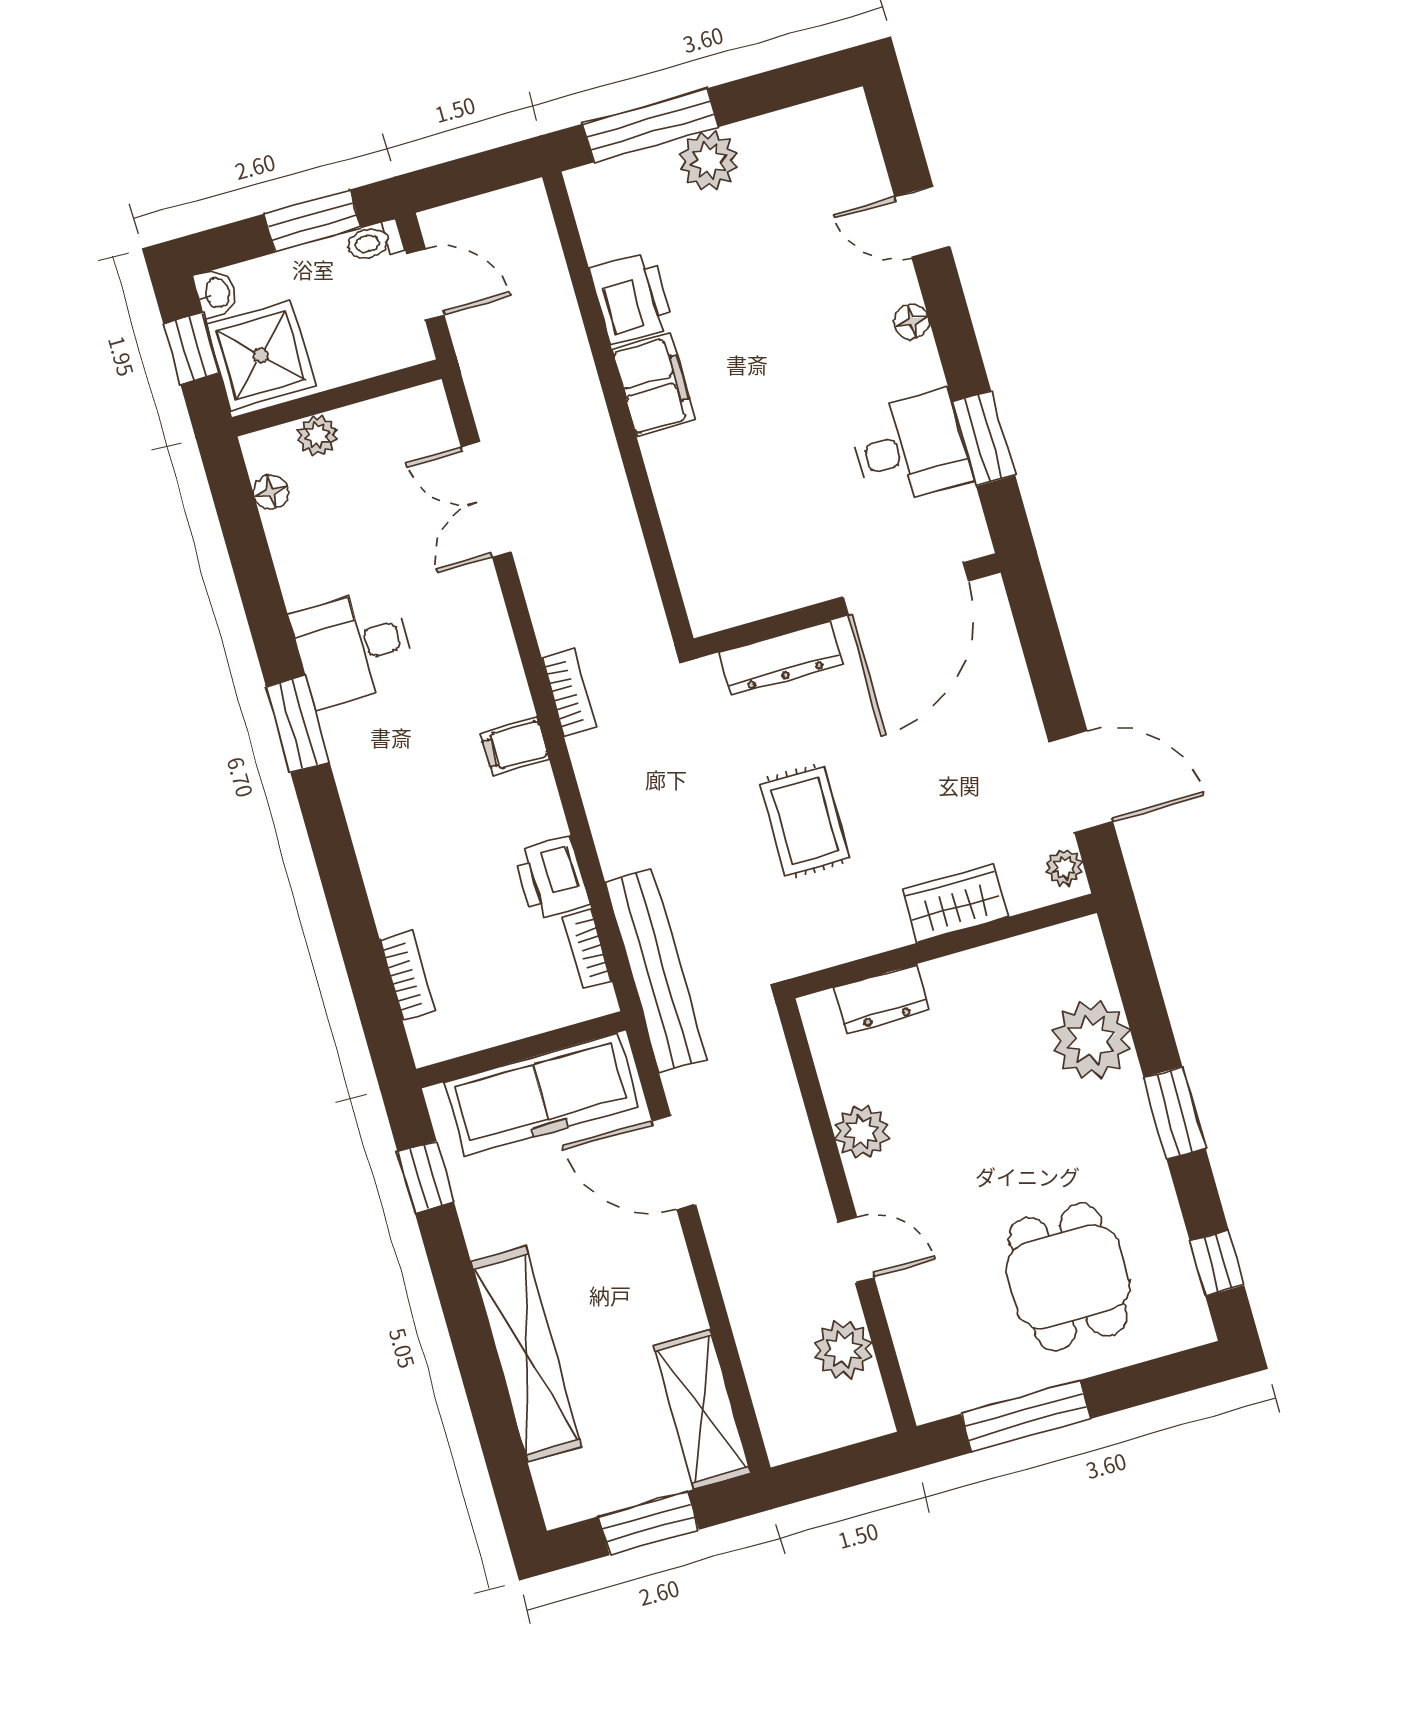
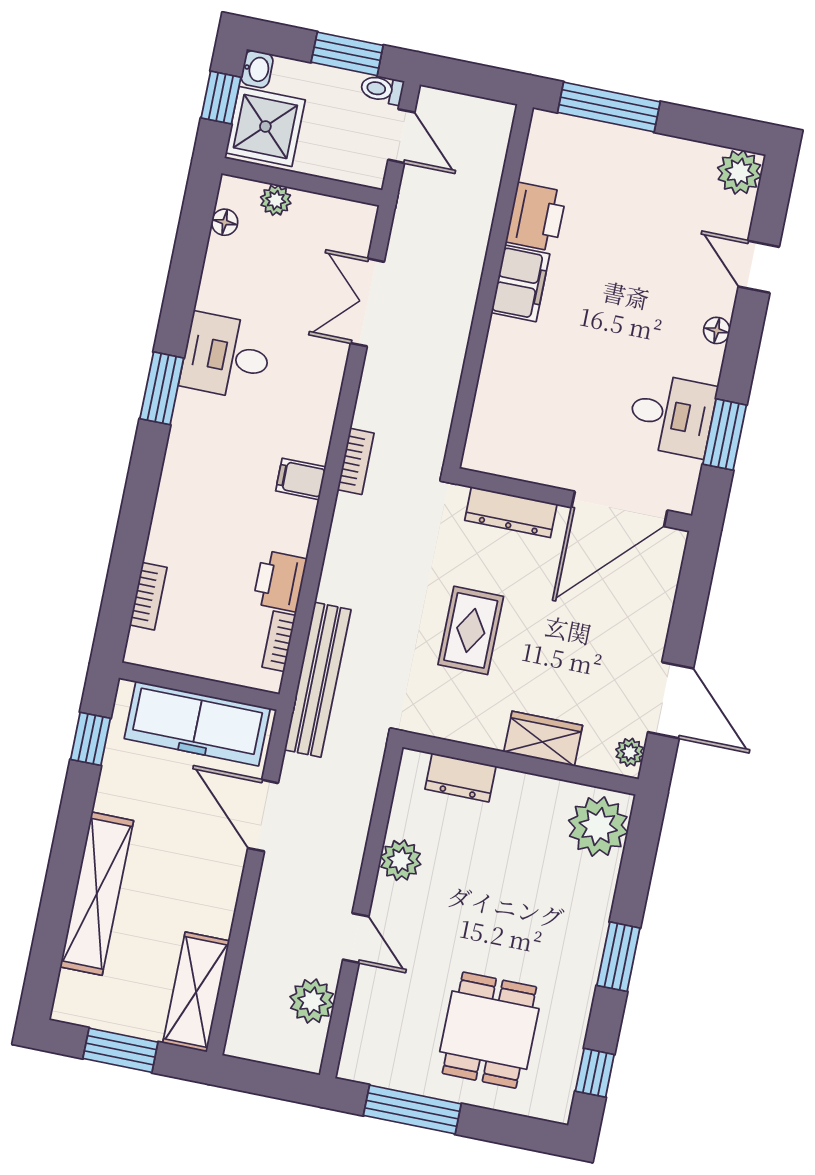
plant: (709, 161) -> (739, 172), moved
plant: (1091, 1040) -> (598, 827), moved

